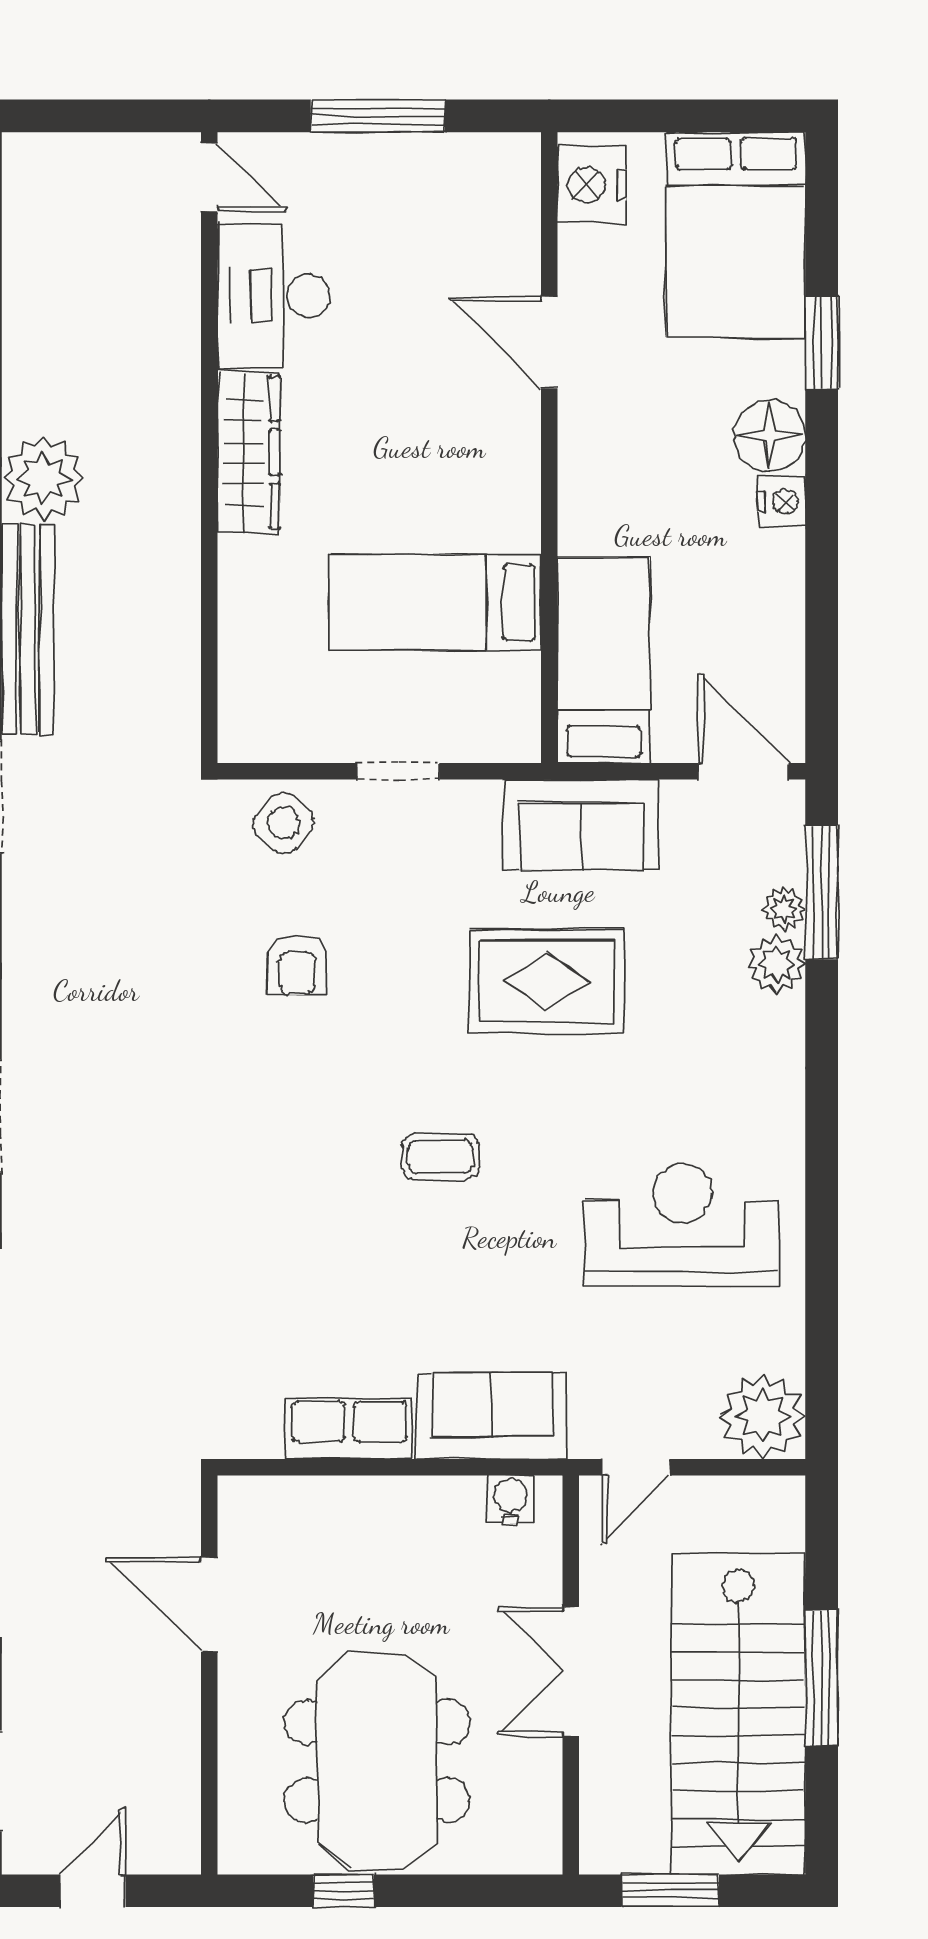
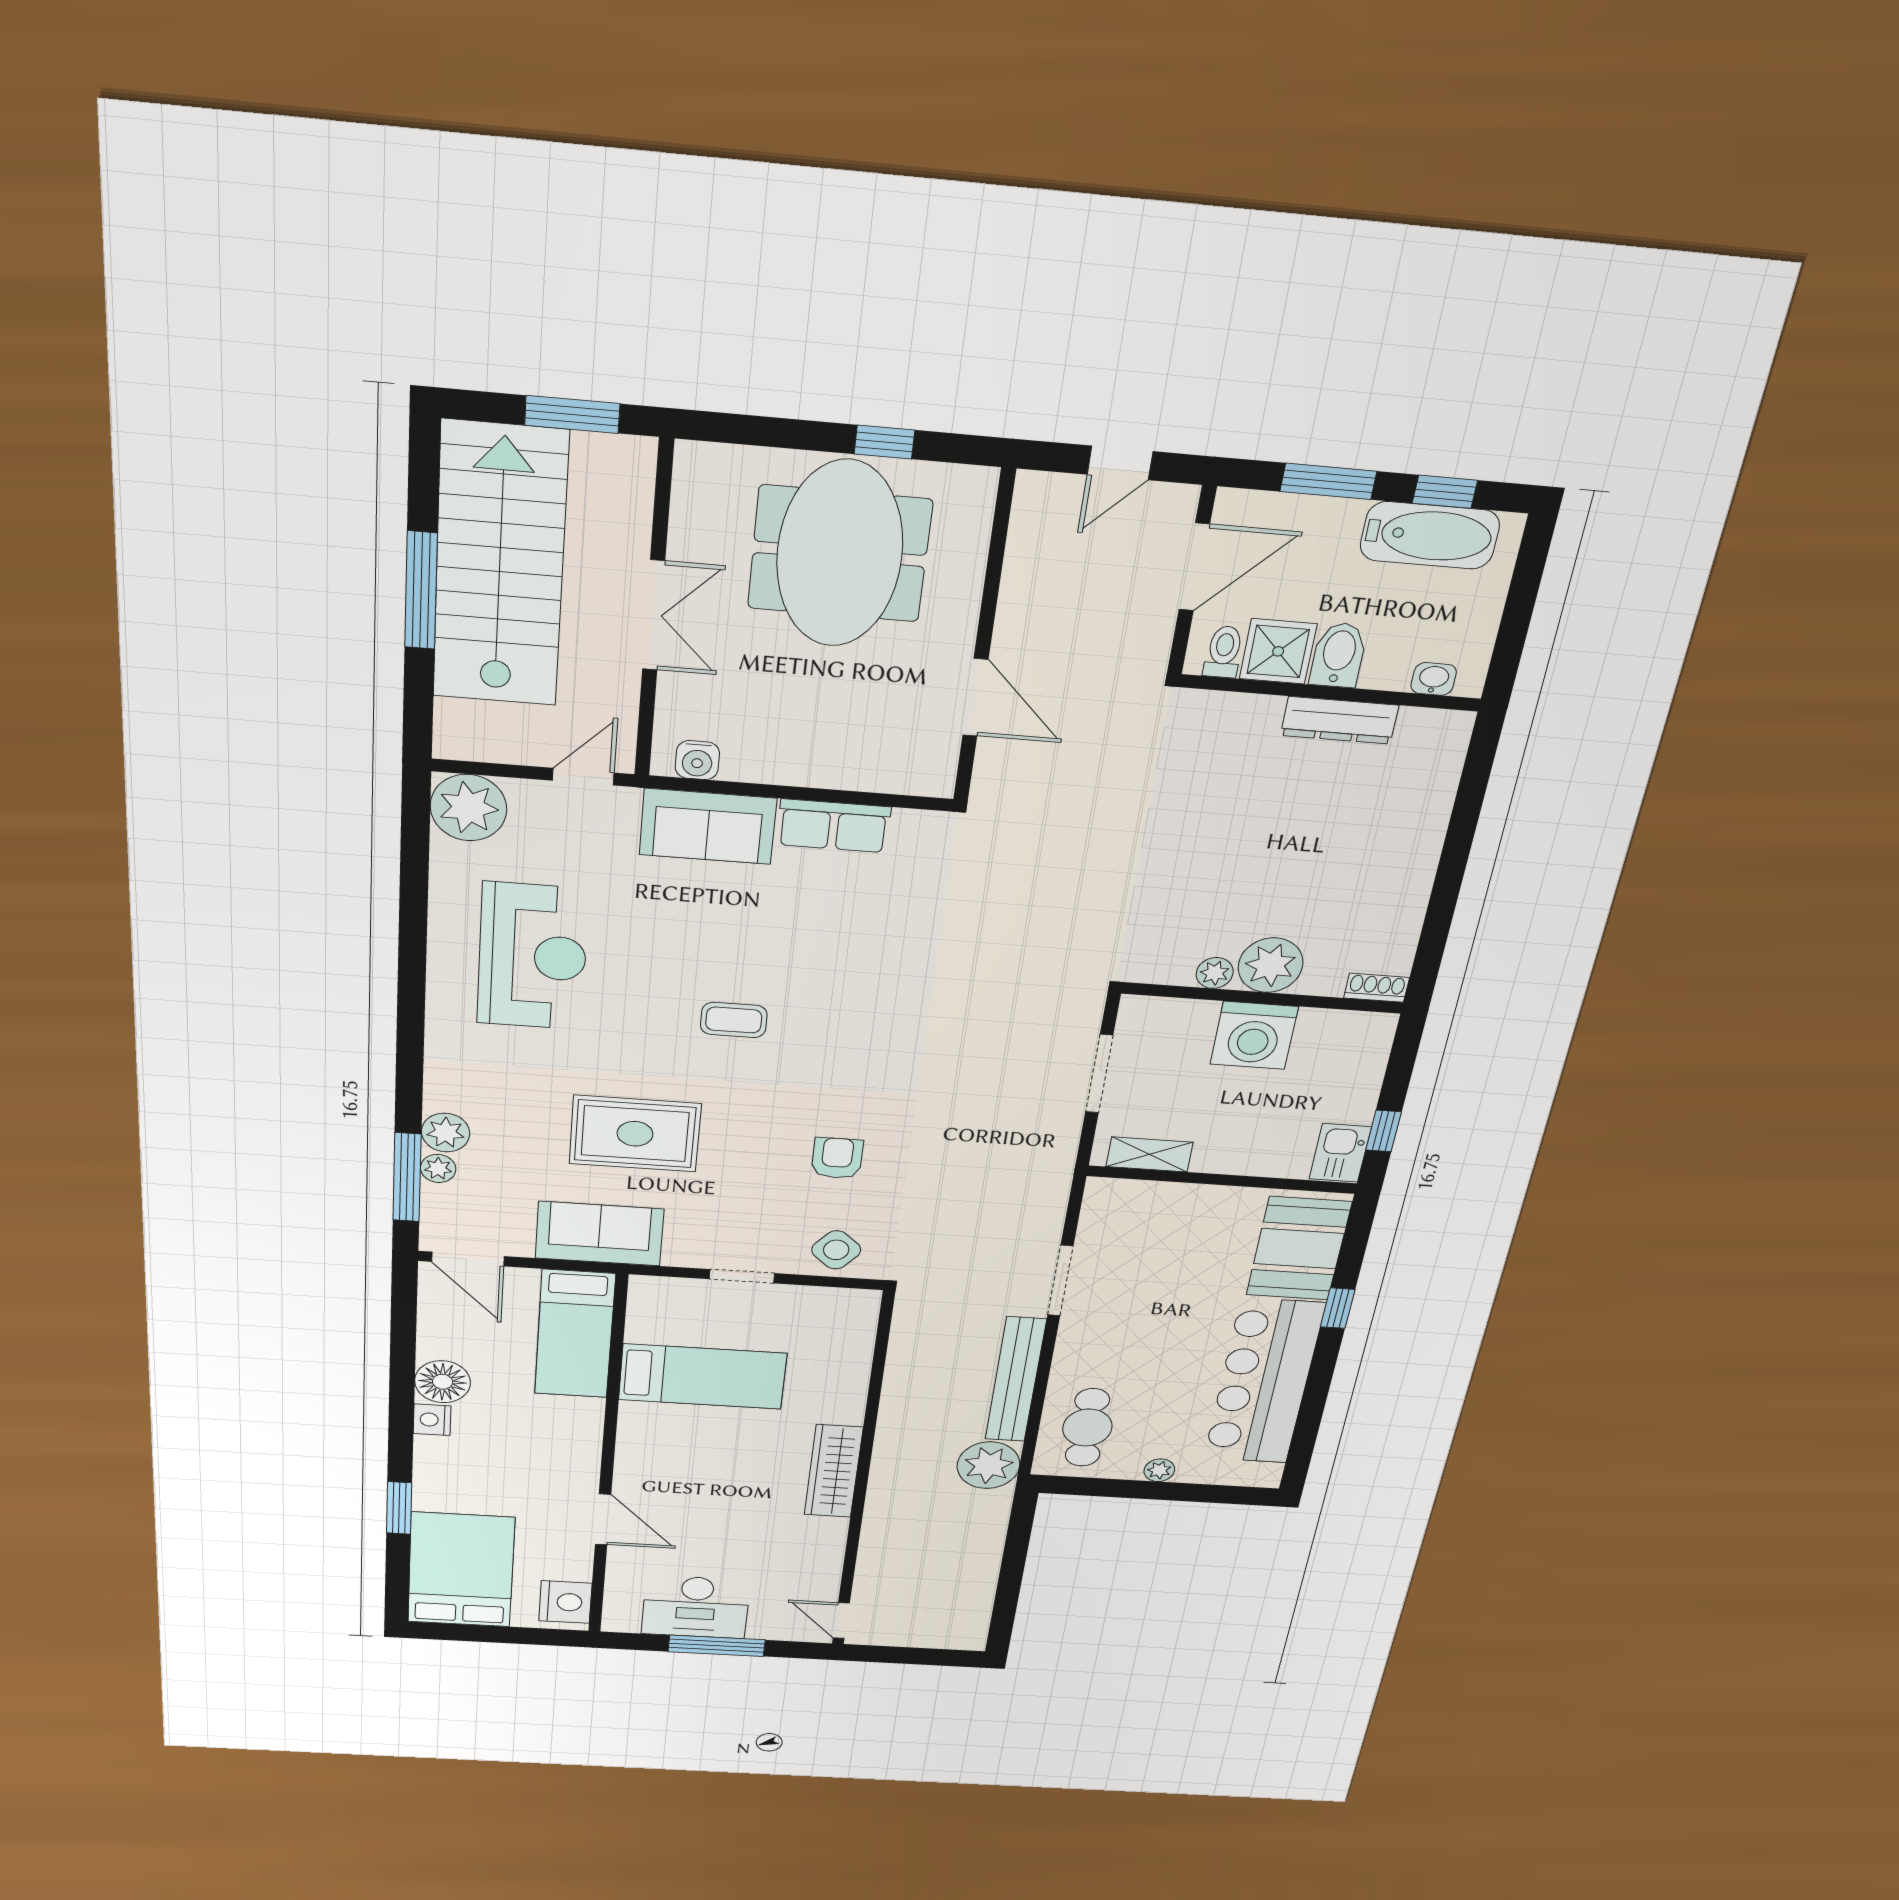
desk: (274, 296) -> (696, 1607), moved, turned 90
floor lamp: (770, 436) -> (443, 1382), moved
reception desk: (682, 1225) -> (533, 957), turned -90

